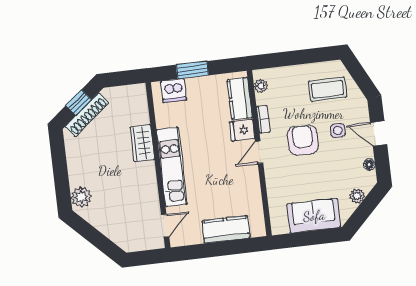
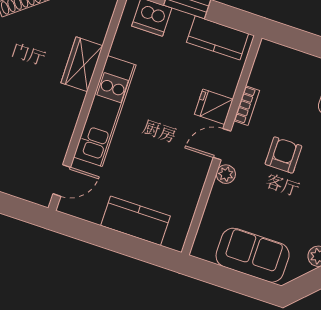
plant: (261, 86) -> (226, 174), moved
kitchen counter: (240, 99) -> (218, 38), moved, turned -90
armchair: (303, 140) -> (283, 155), width x0.72, depth x0.72

